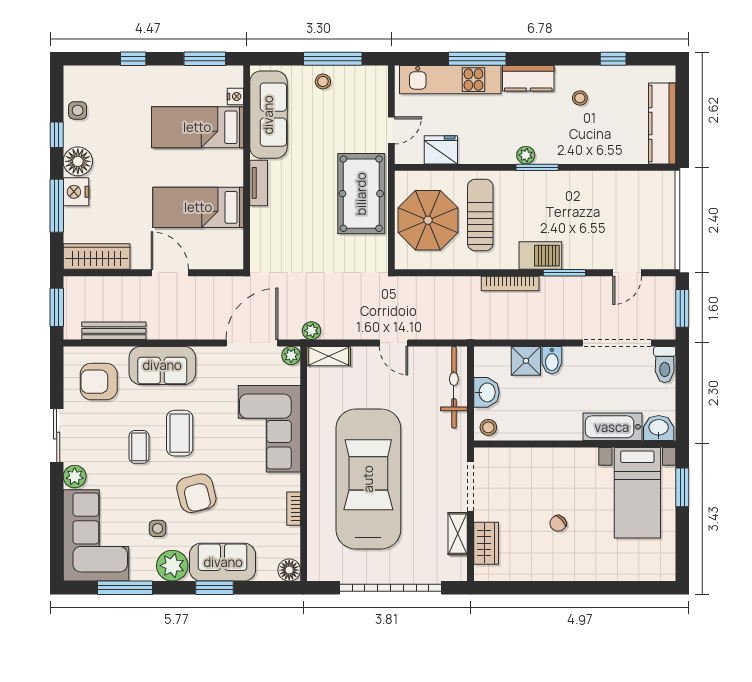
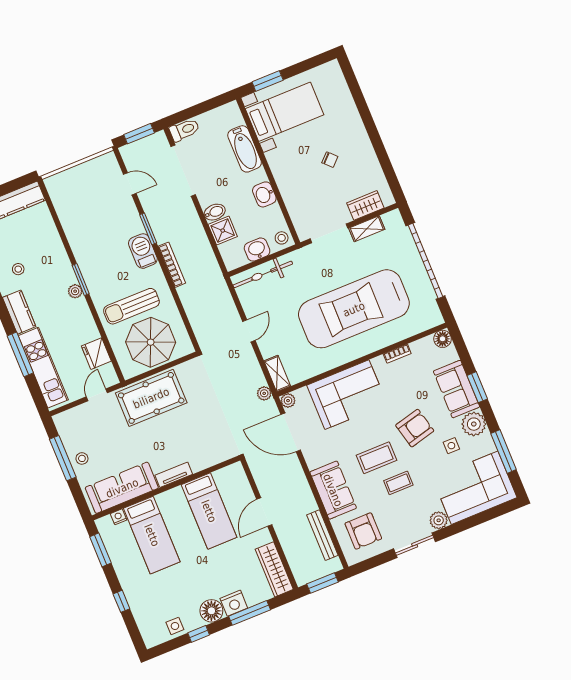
door: (391, 130) -> (97, 395), hinge flipped
washbasin: (659, 428) -> (264, 194), moved

